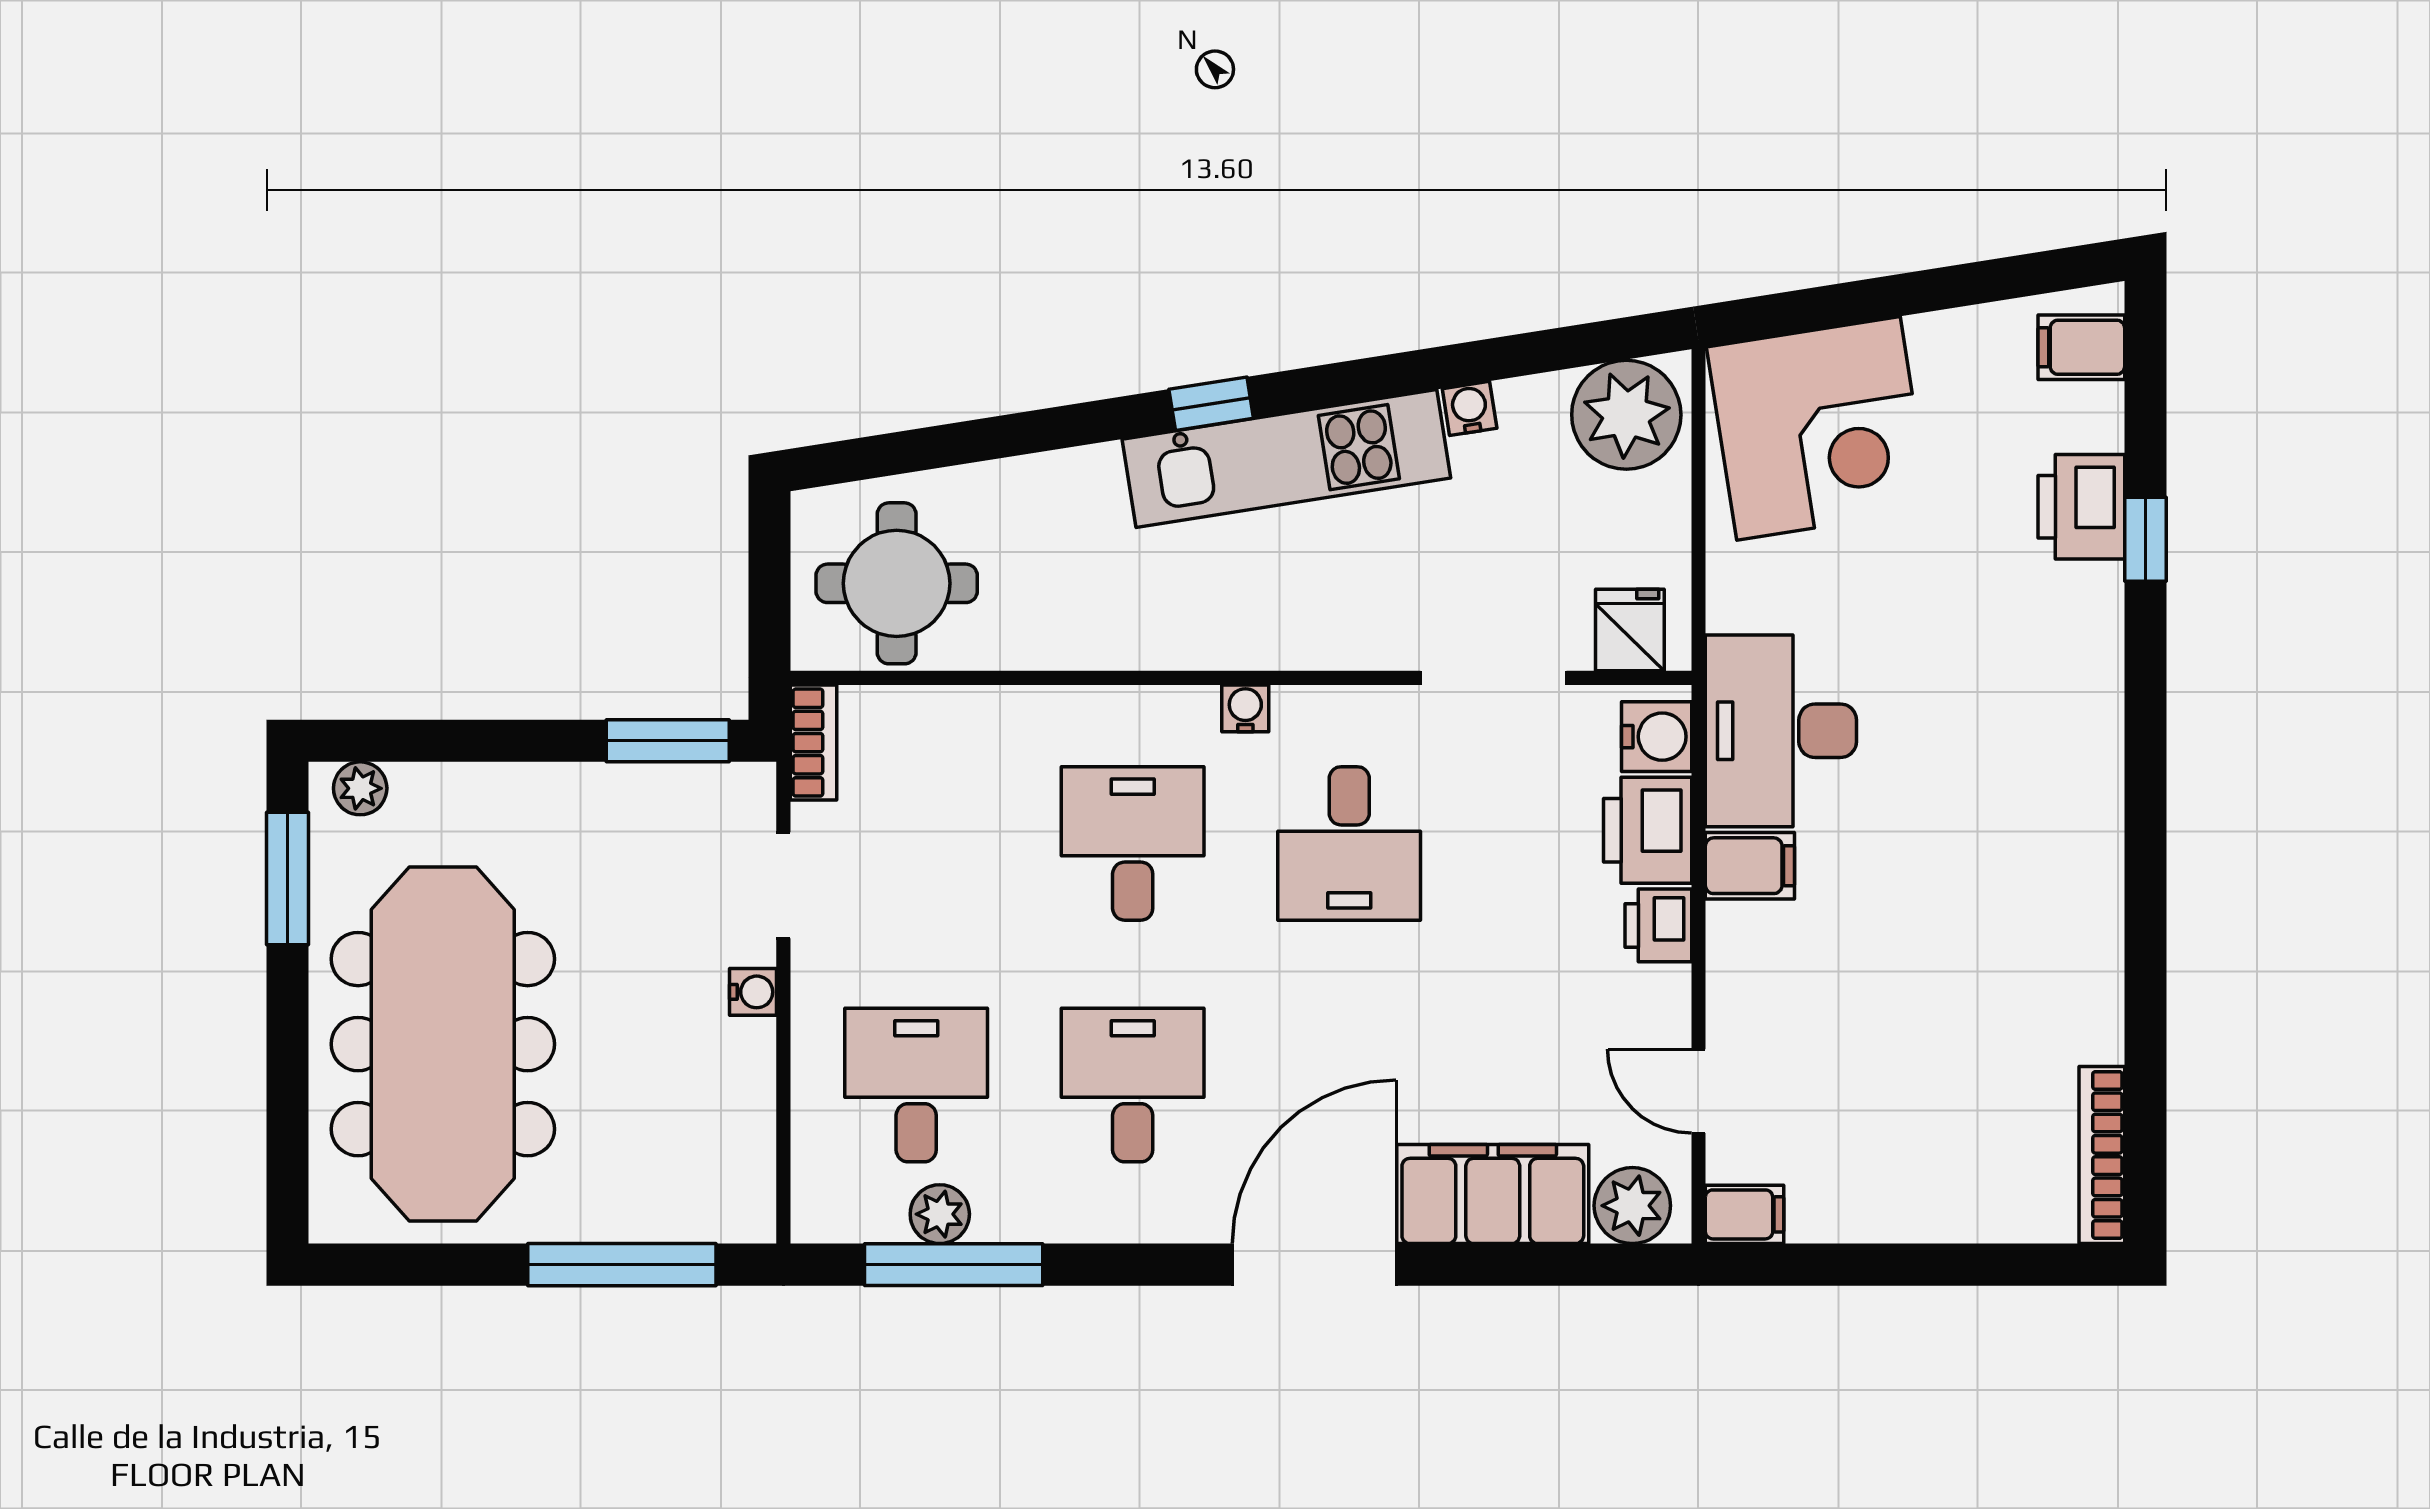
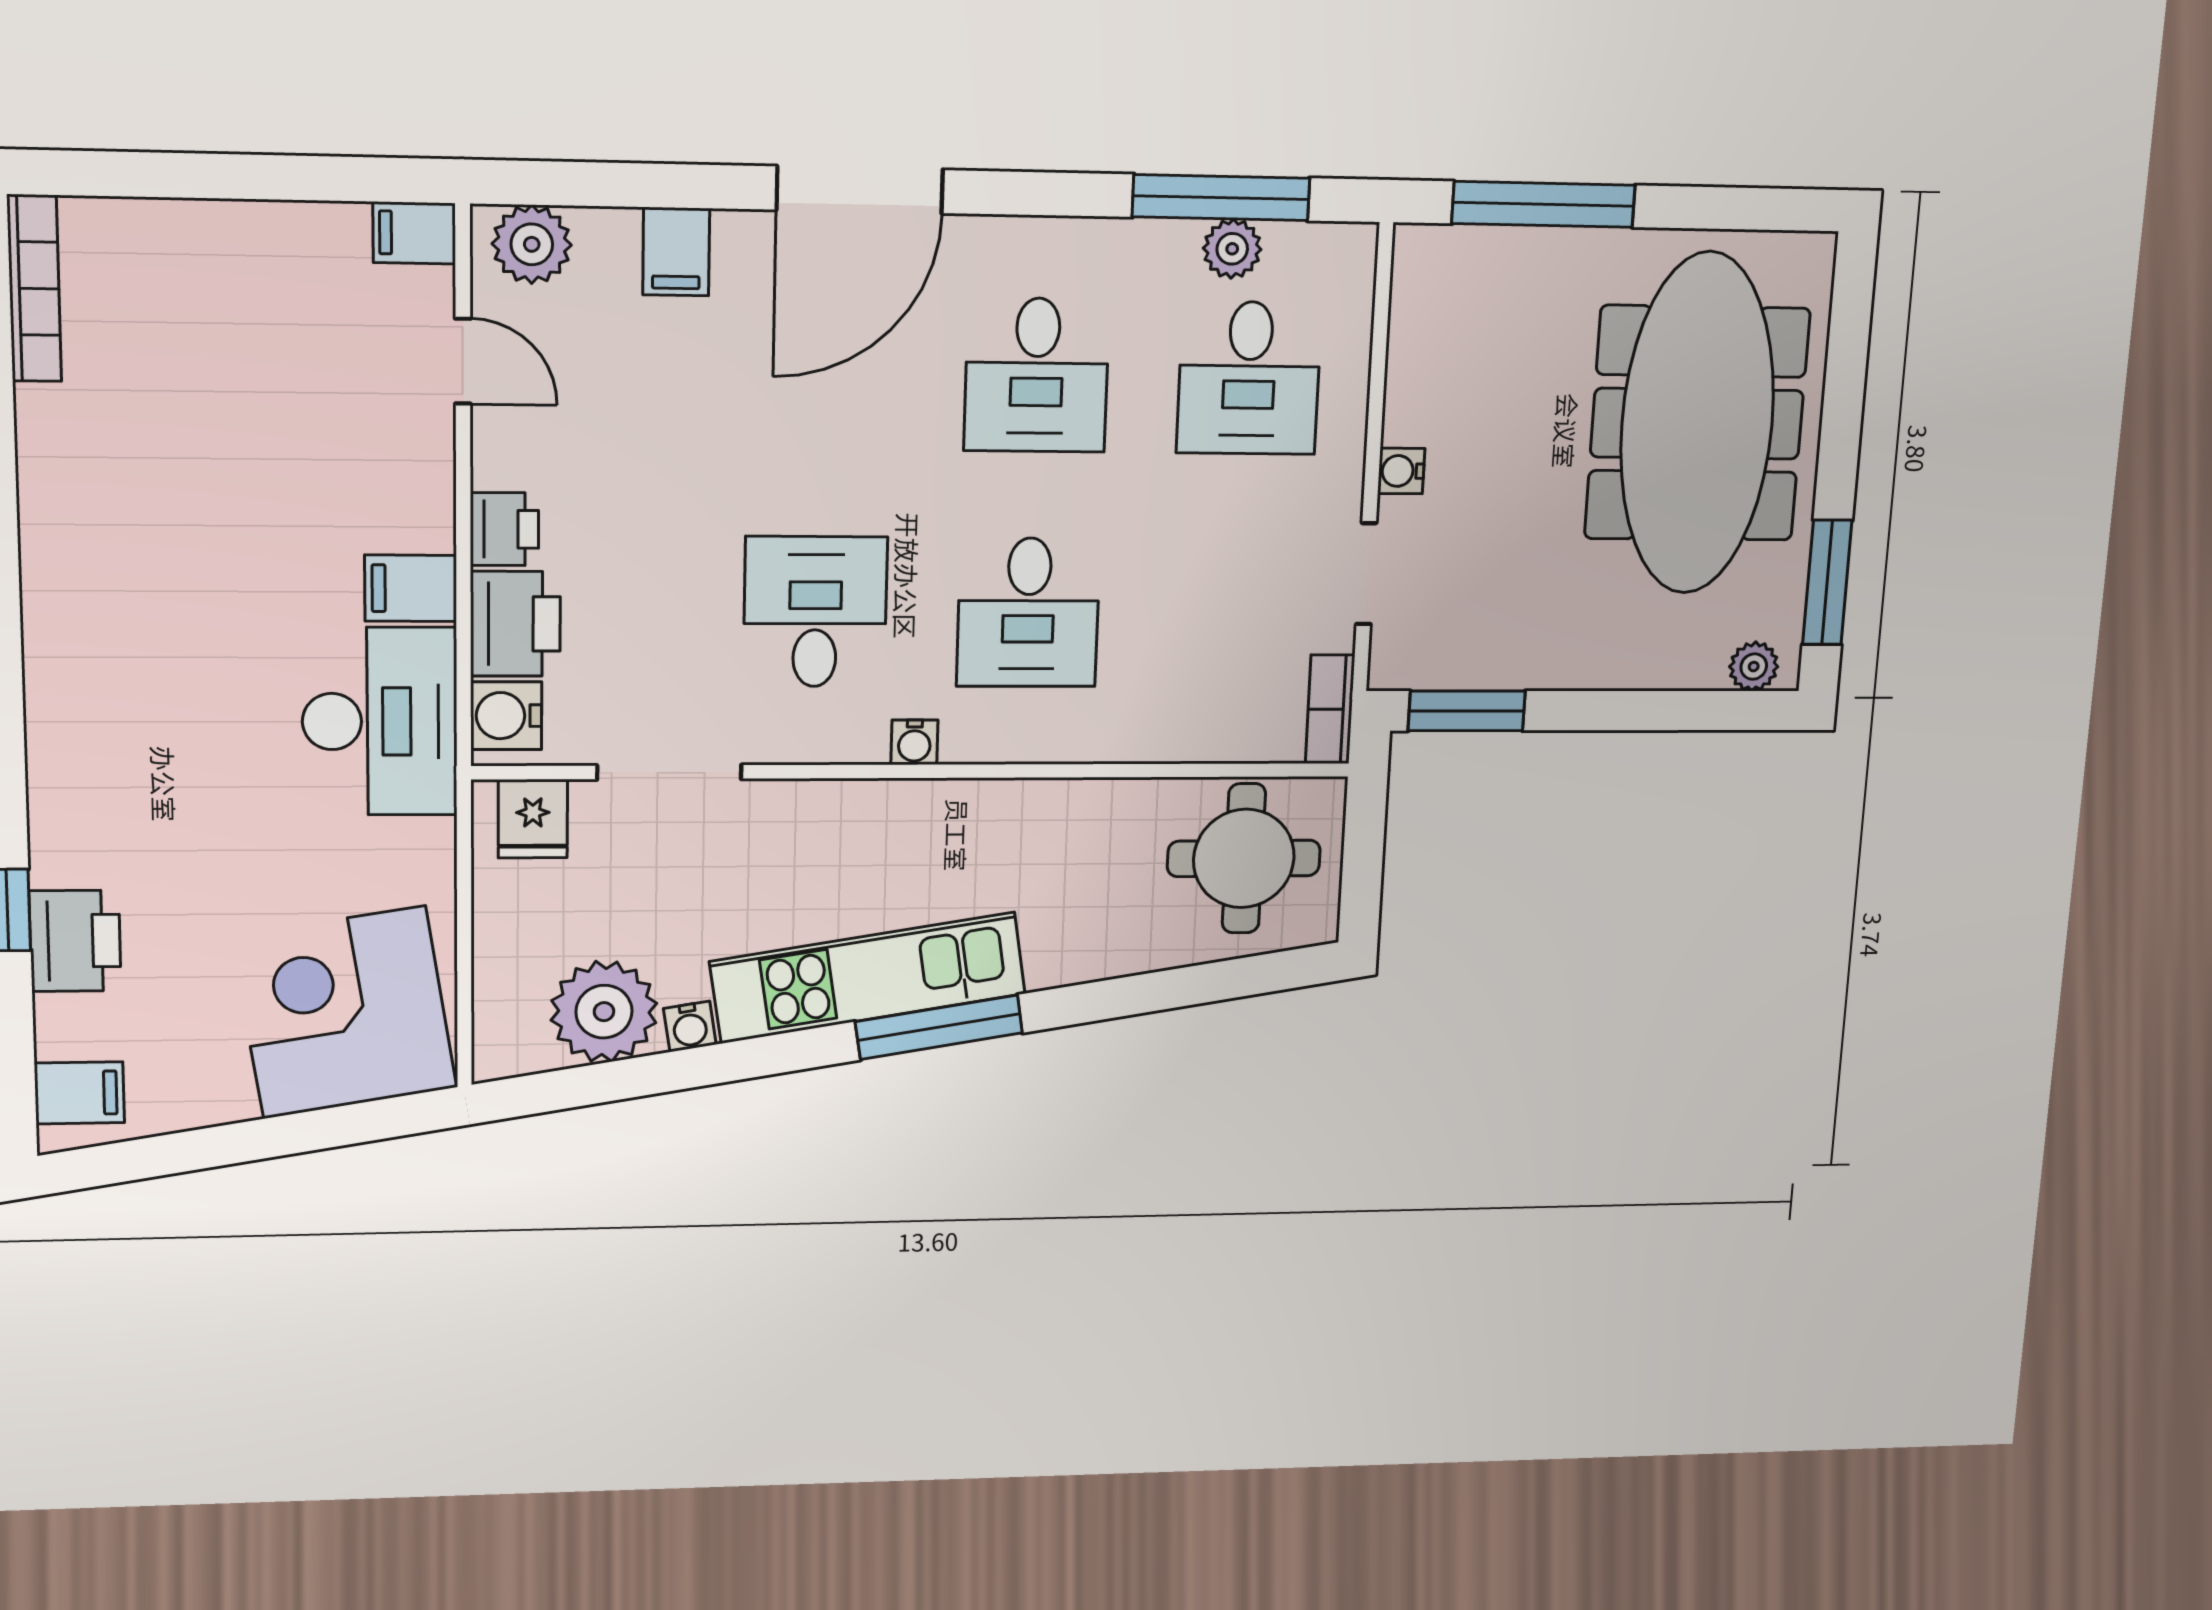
window: (1211, 404) -> (939, 1027), width x2.17
plant: (1626, 415) -> (604, 1012), moved
filing cabinet: (1493, 1194) -> (676, 252), width x0.33, depth x0.86

